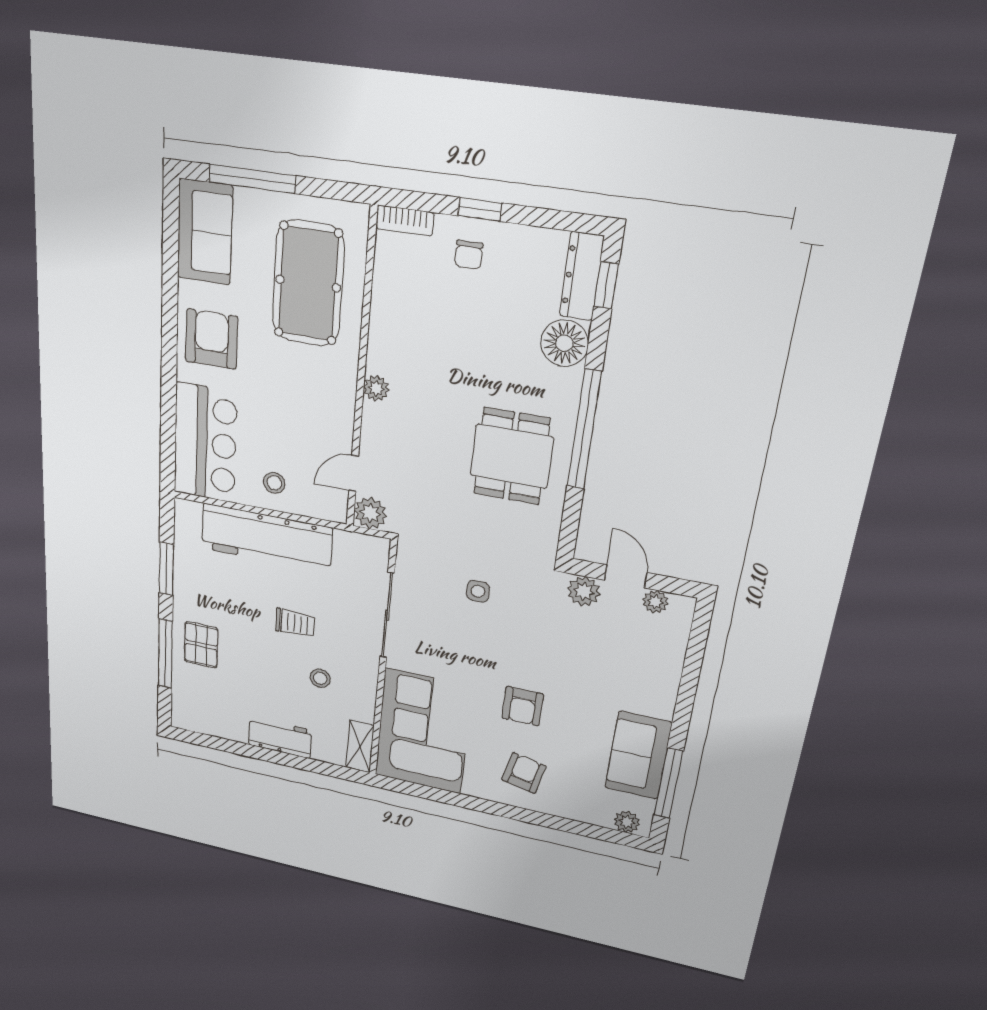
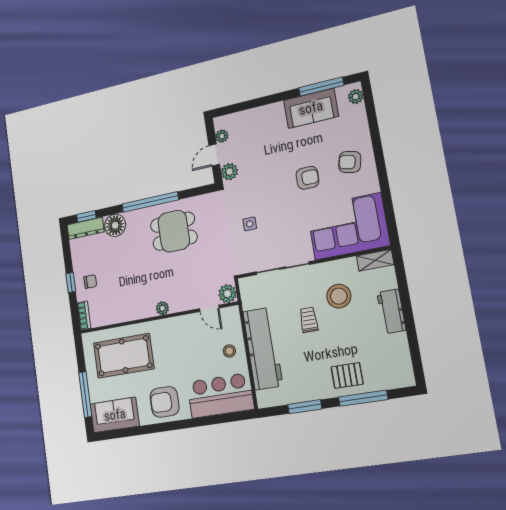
stool: (320, 678) -> (339, 296), width x1.89, depth x1.89

